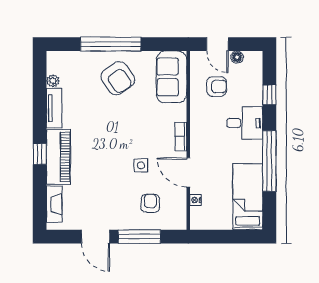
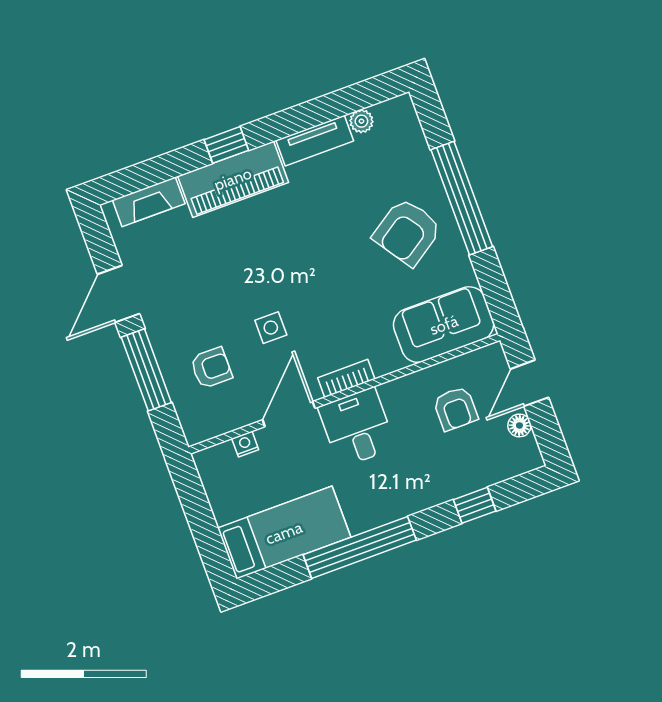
desk: (245, 123) -> (357, 427), moved, turned 180

